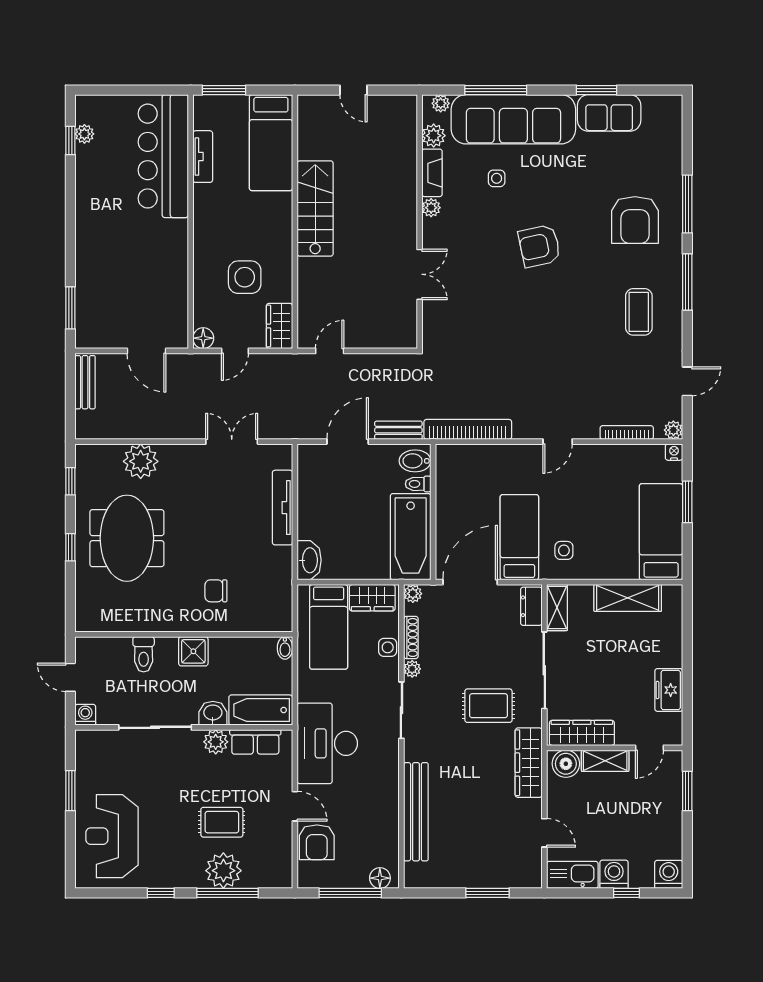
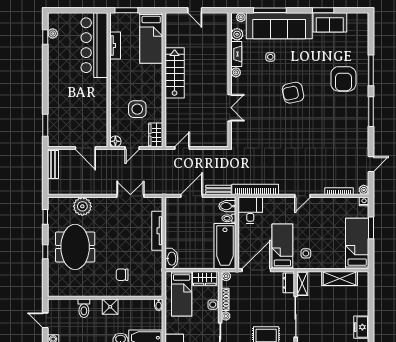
coffee table: (639, 312) -> (345, 127), removed
desk: (459, 469) -> (250, 210), added

